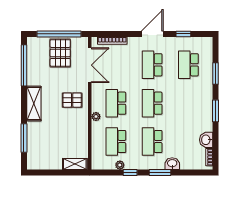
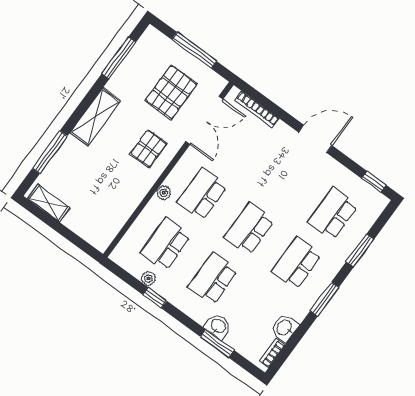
window: (59, 34) -> (194, 50), width x0.68
window: (183, 34) -> (374, 182), moved
pallet: (60, 53) -> (171, 92), moved
window: (24, 65) -> (119, 58), width x0.68
school desk: (152, 65) -> (296, 263), moved
pallet: (72, 100) -> (148, 149), turned 90
shelving: (75, 164) -> (49, 203), moved
window: (160, 172) -> (217, 344), moved

